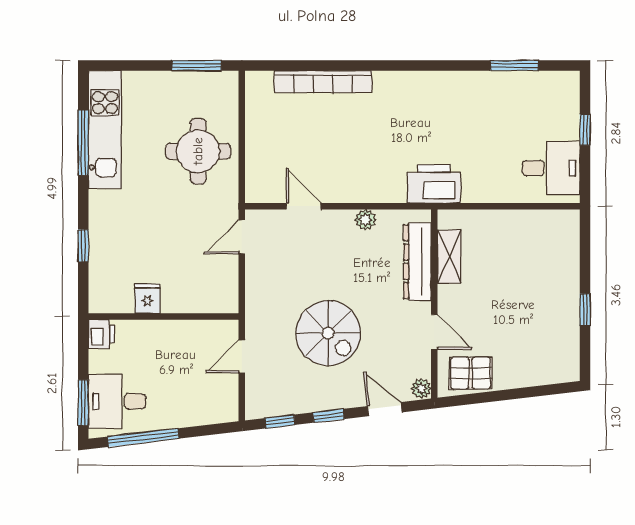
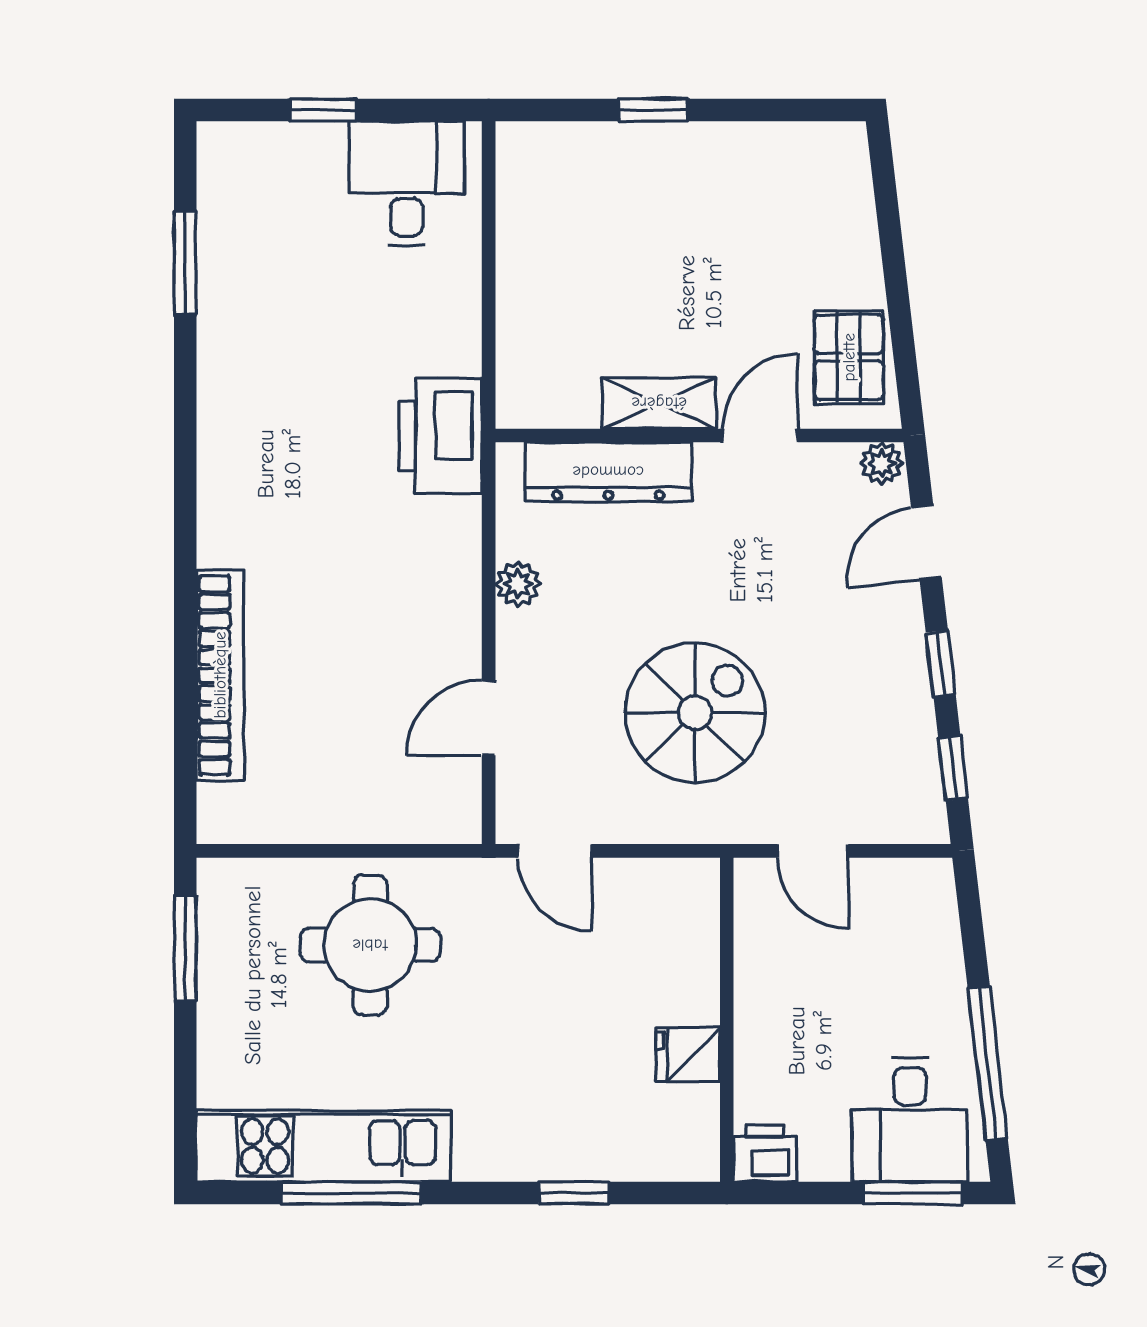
shelving: (449, 257) -> (659, 403), moved
window: (585, 310) -> (653, 110), moved
spiral stairs: (328, 333) -> (695, 713), moved

